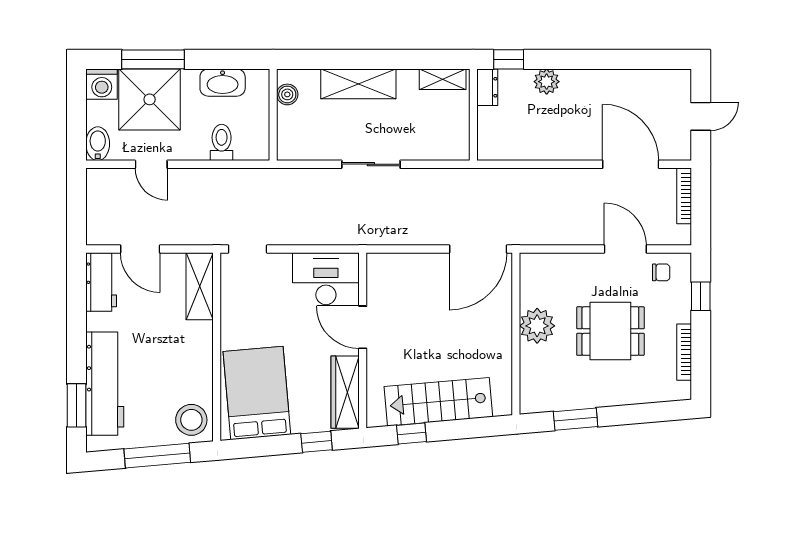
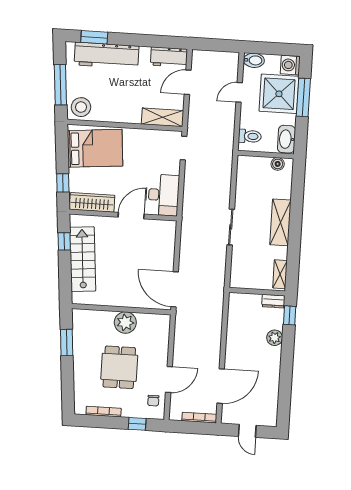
boiler: (287, 94) -> (278, 164), moved
wall: (273, 115) -> (266, 155), moved

